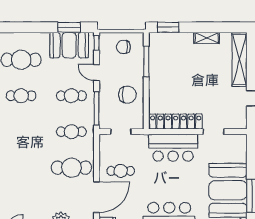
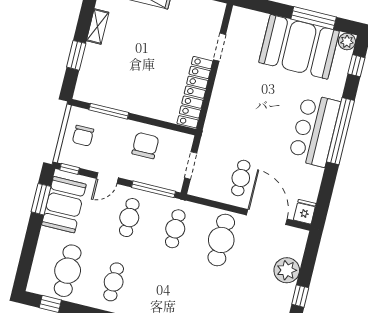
window: (168, 27) -> (76, 55), moved
bar counter: (173, 148) -> (227, 104), removed

